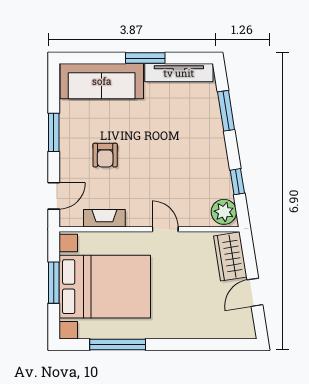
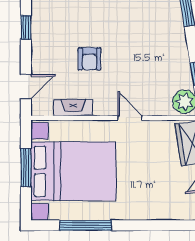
window: (54, 132) -> (26, 27), width x0.67
armchair: (105, 155) -> (90, 59), moved

